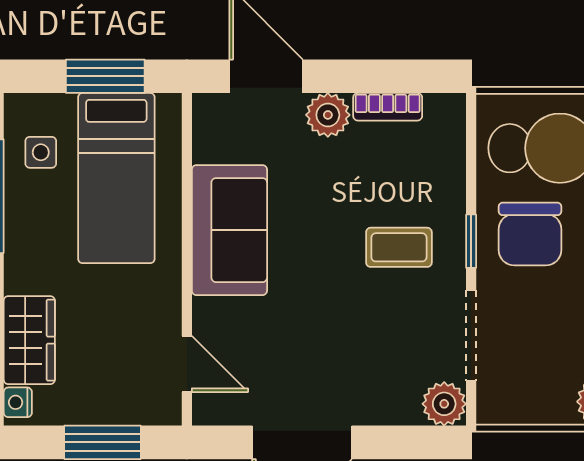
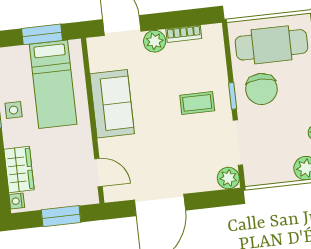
side table: (41, 152) -> (14, 110), moved

